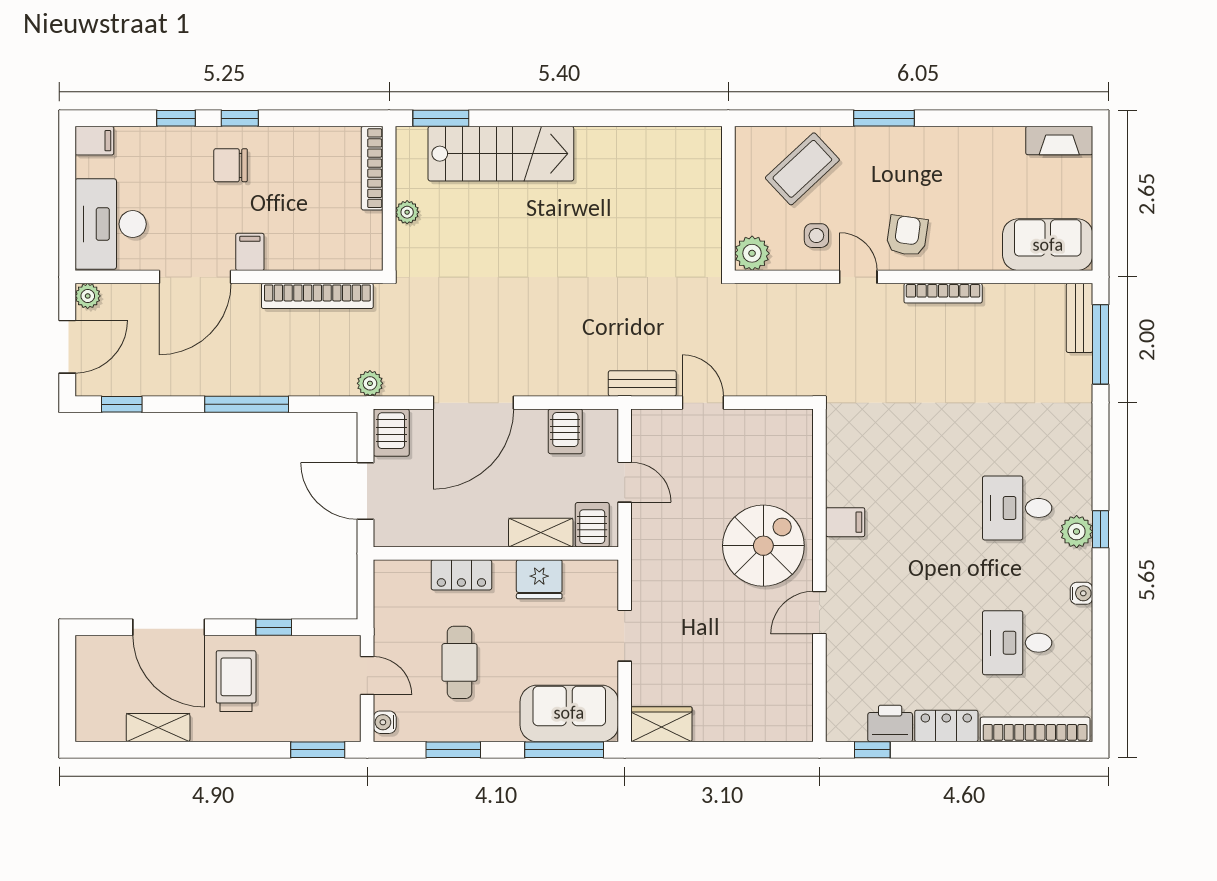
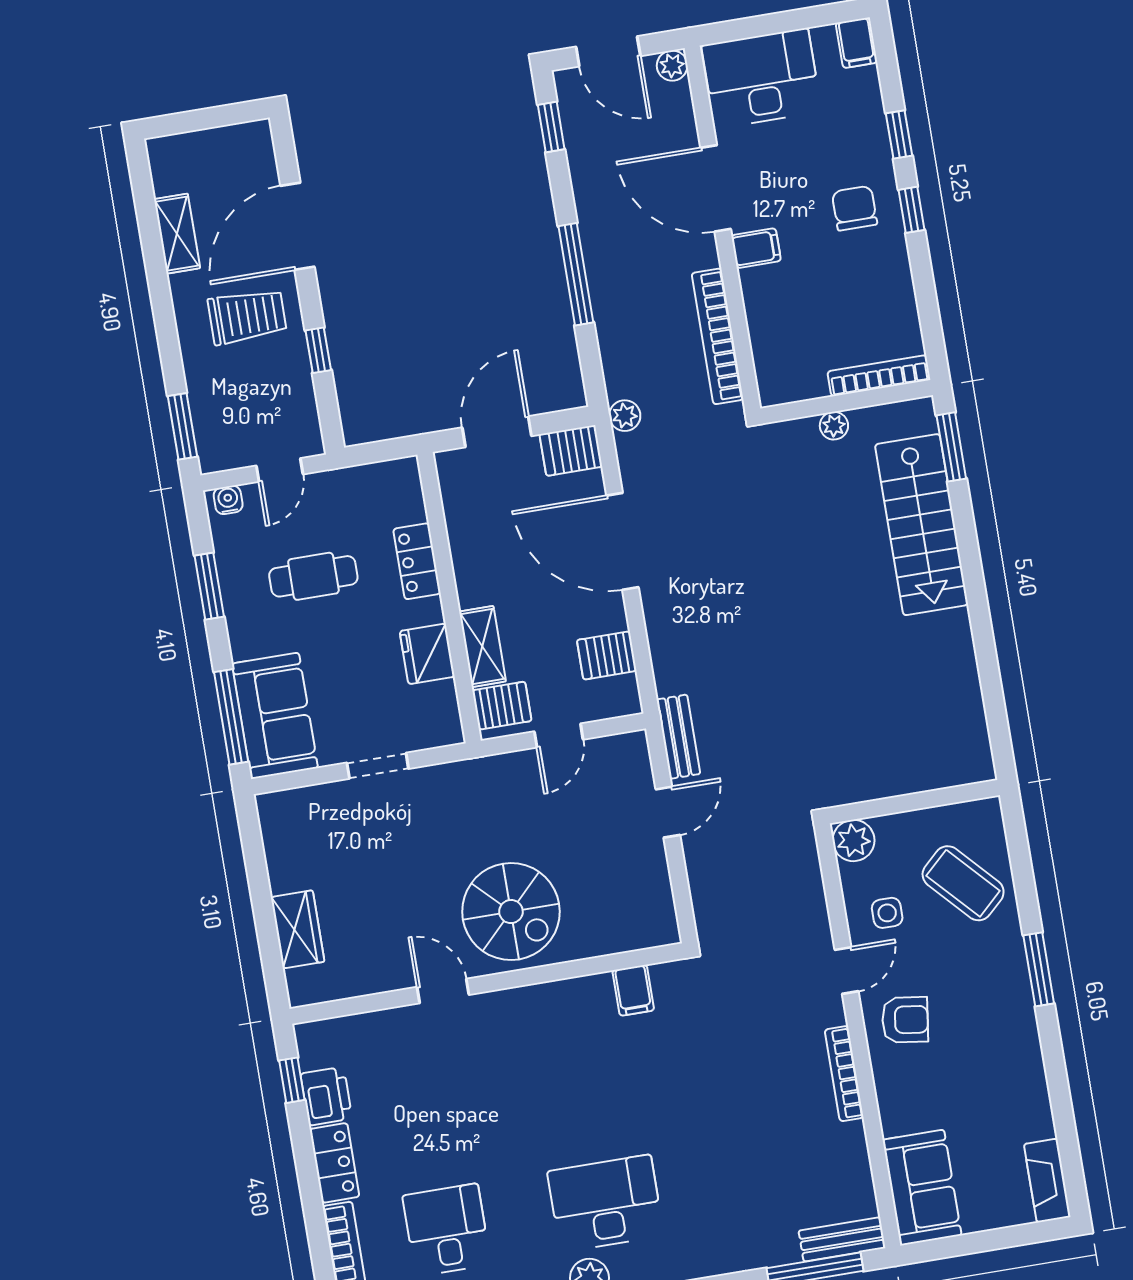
desk: (1017, 508) -> (606, 1203), width x1.37
filing cabinet: (845, 522) -> (633, 990), moved
wardrobe: (661, 724) -> (298, 929), moved

